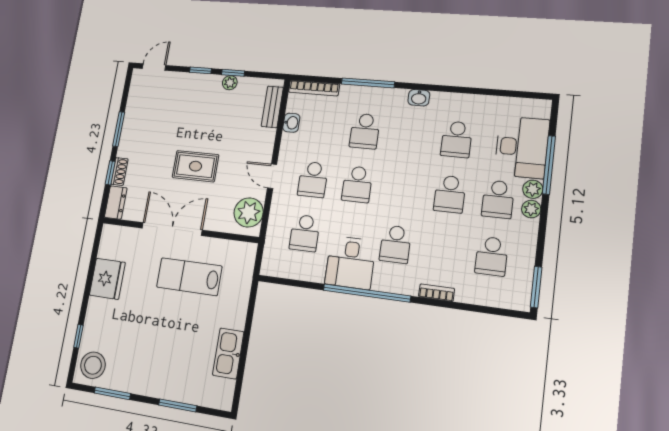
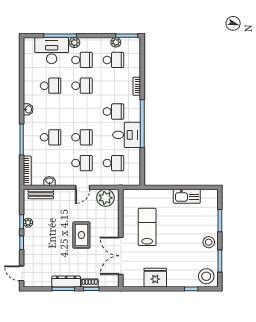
dresser: (116, 203) -> (66, 282), moved, width x1.44
plant: (531, 209) -> (116, 42), moved
double door: (172, 229) -> (121, 256), moved
lab bench: (189, 277) -> (147, 227), turned 180
stool: (146, 379) -> (209, 242), added

